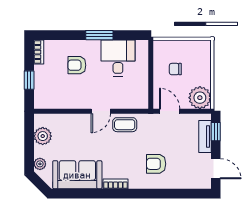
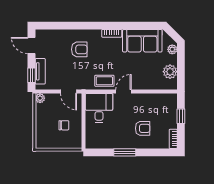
desk: (118, 58) -> (99, 108), moved, turned 180
plant: (200, 98) -> (40, 98), width x0.53, depth x0.53

